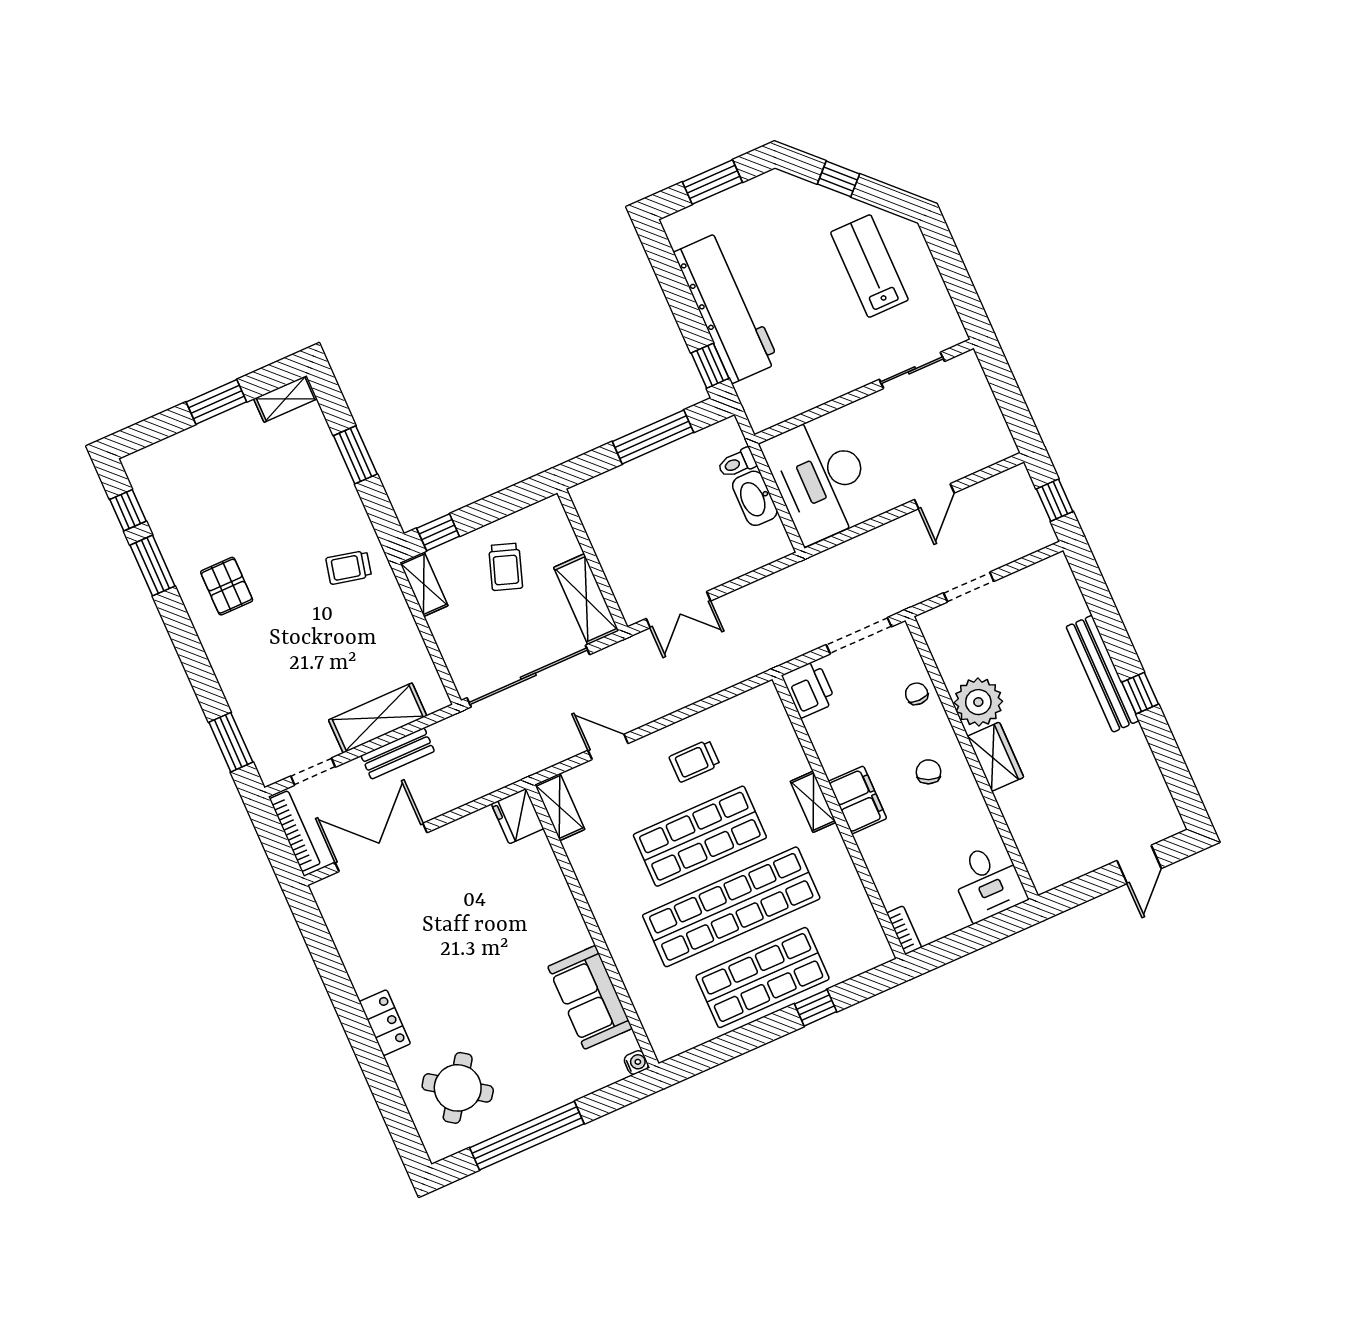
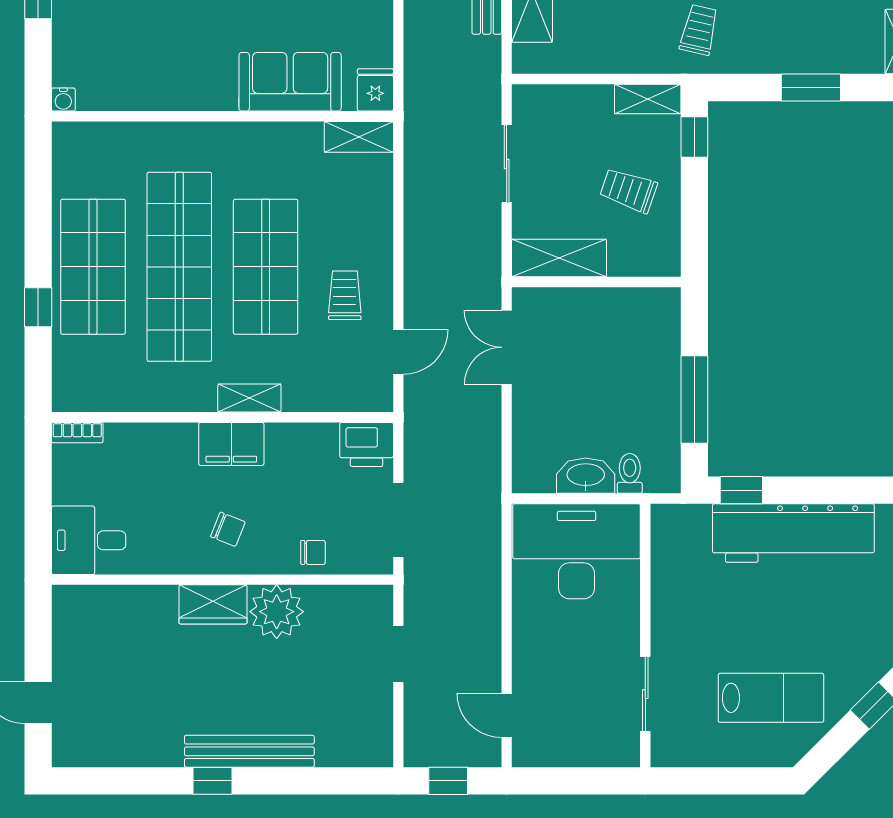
door: (934, 496) -> (507, 715), moved
sliding door: (528, 676) -> (507, 164), width x0.54
door: (608, 747) -> (398, 352), moved
fridge: (518, 816) -> (375, 90), width x0.72
sofa: (590, 997) -> (290, 82), moved

